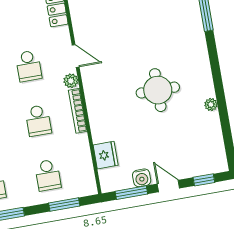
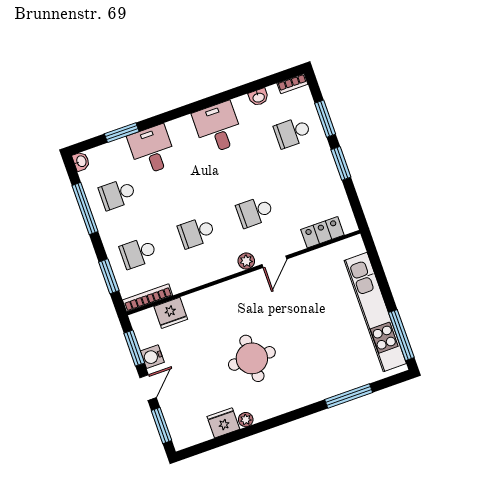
bookcase: (78, 111) -> (148, 298), moved
fridge: (211, 125) -> (223, 423), added
window: (204, 180) -> (161, 426), width x1.50

